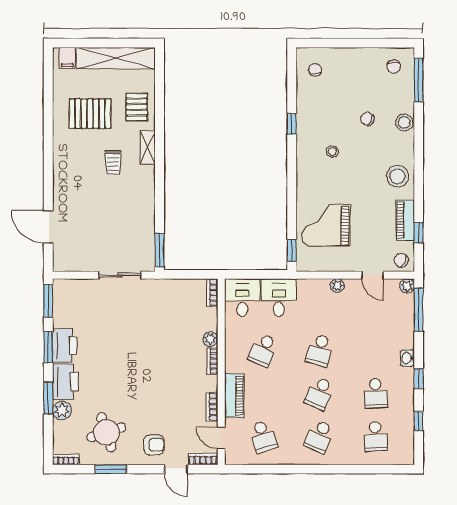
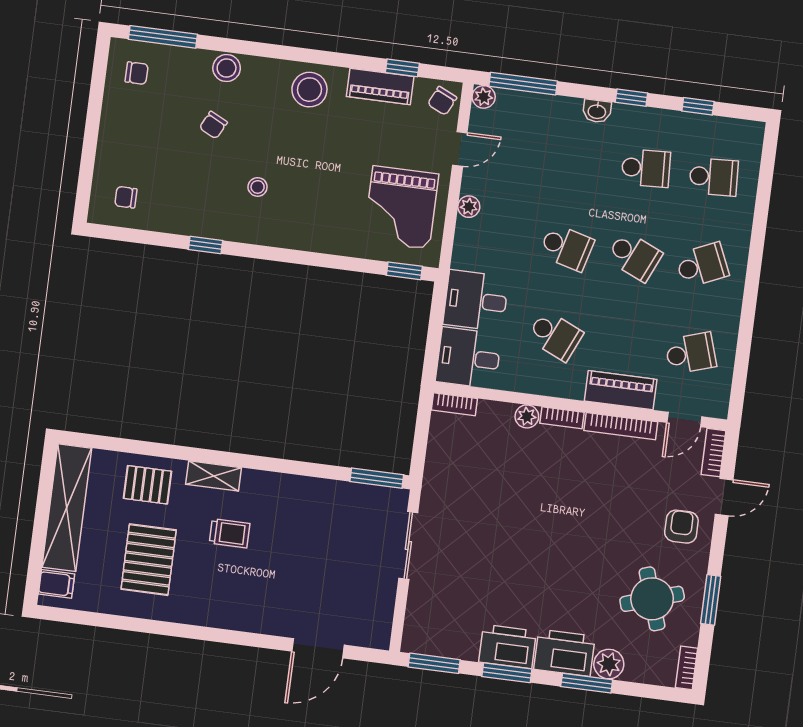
grand piano: (326, 225) -> (401, 208), moved
bookcase: (212, 407) -> (621, 426), width x1.56
school desk: (319, 436) -> (702, 265), turned -48

